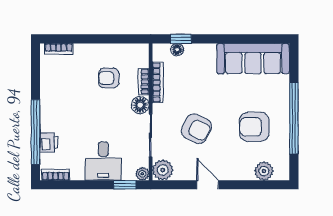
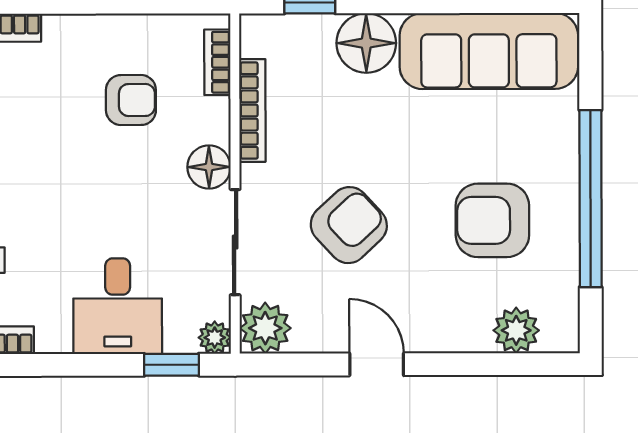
floor lamp: (177, 50) -> (366, 43), moved, width x1.89, depth x1.89
armchair: (109, 78) -> (131, 100), turned 180
bookcase: (144, 82) -> (217, 62), moved
armchair: (196, 129) -> (349, 225), turned -70

